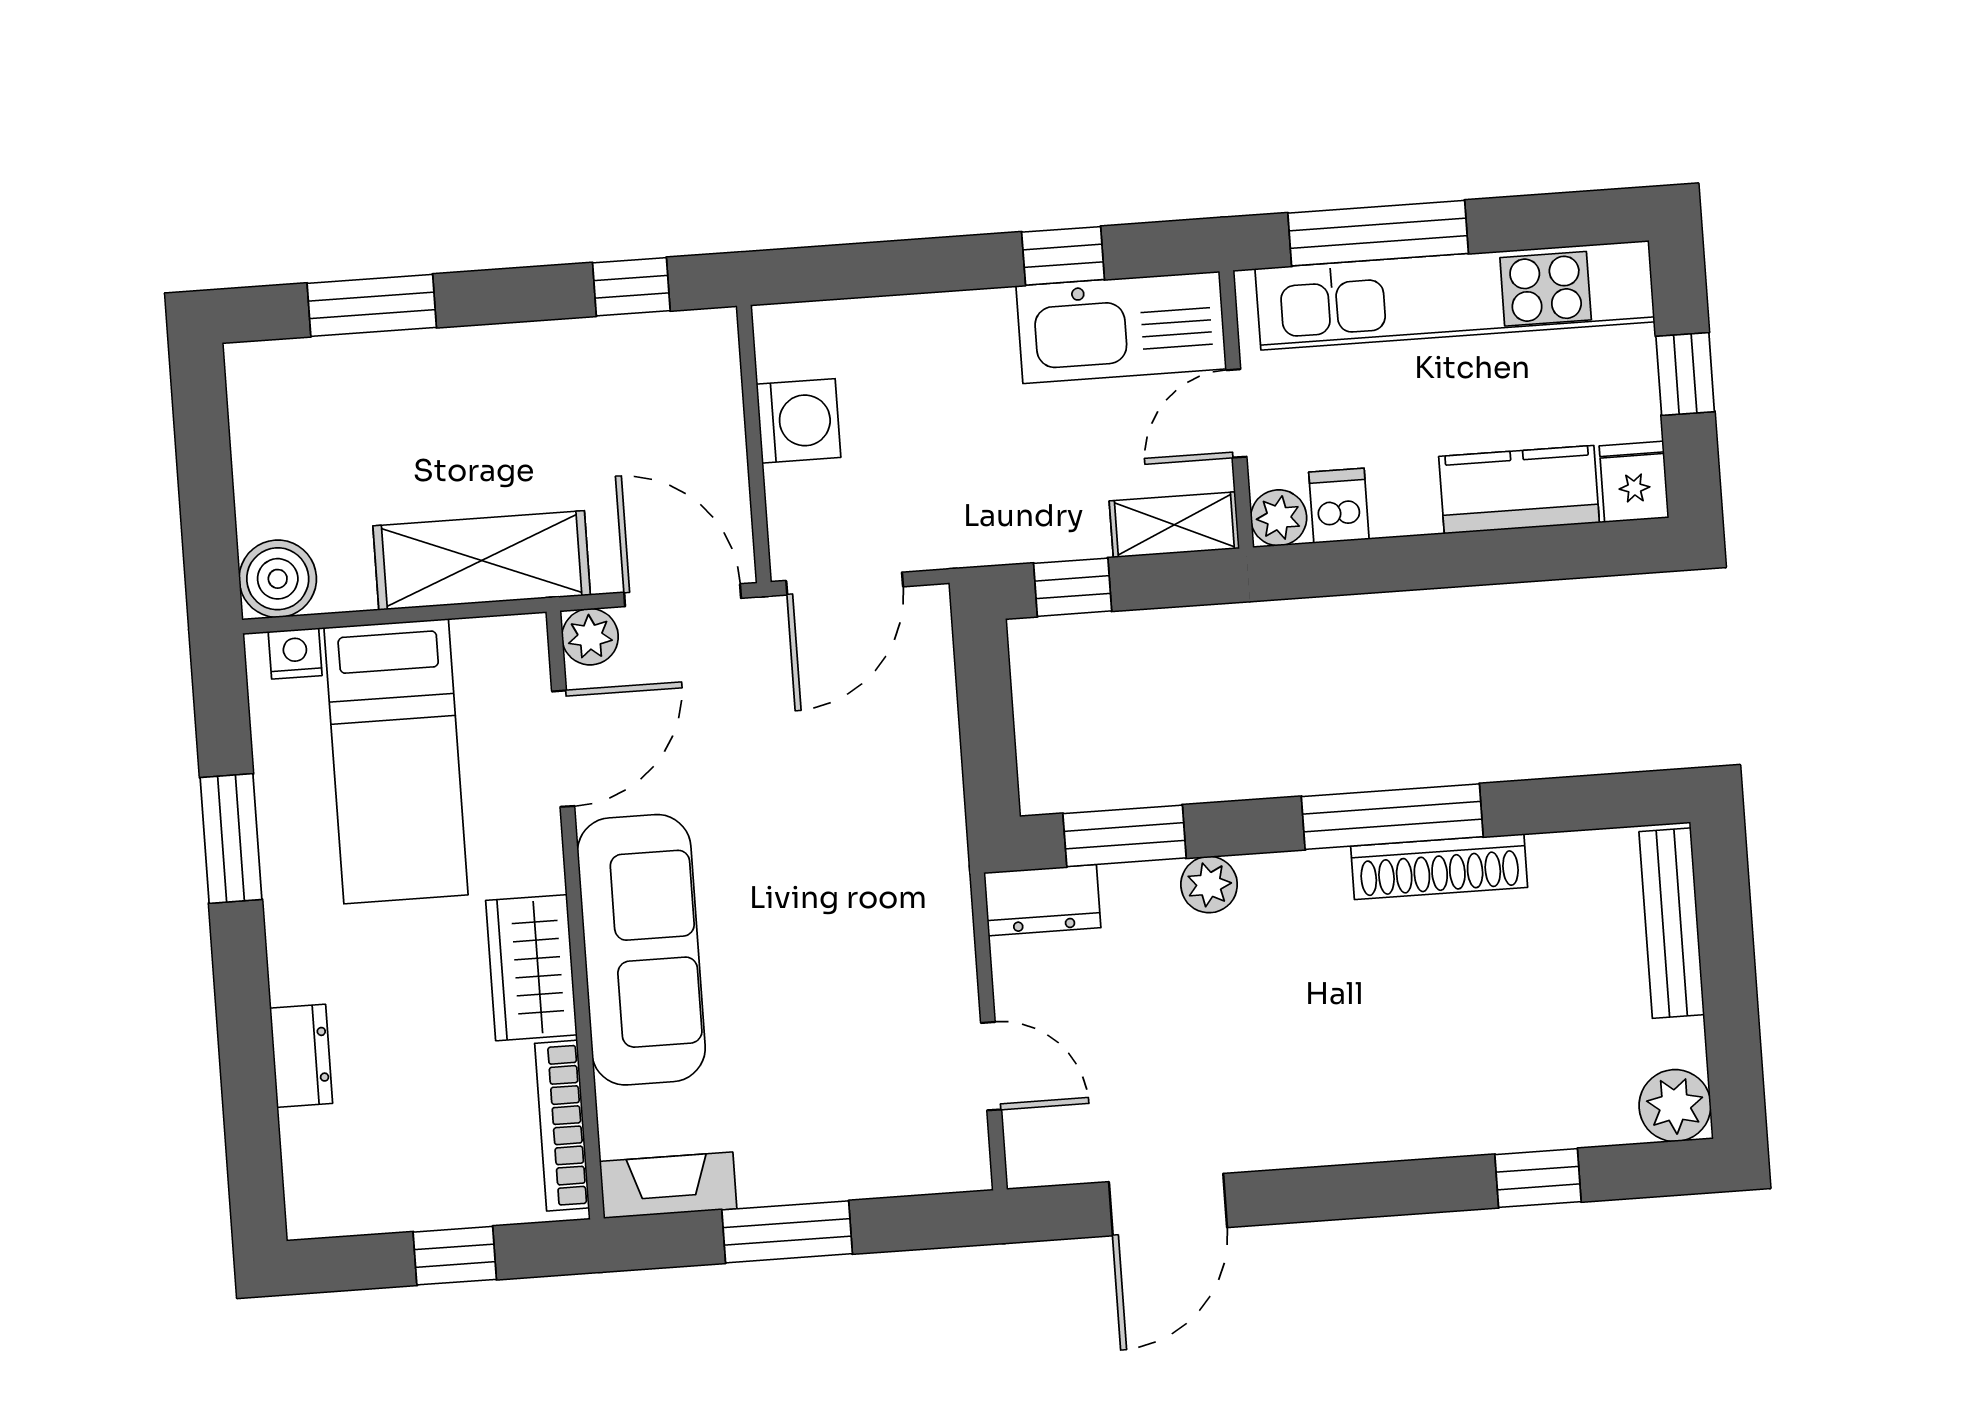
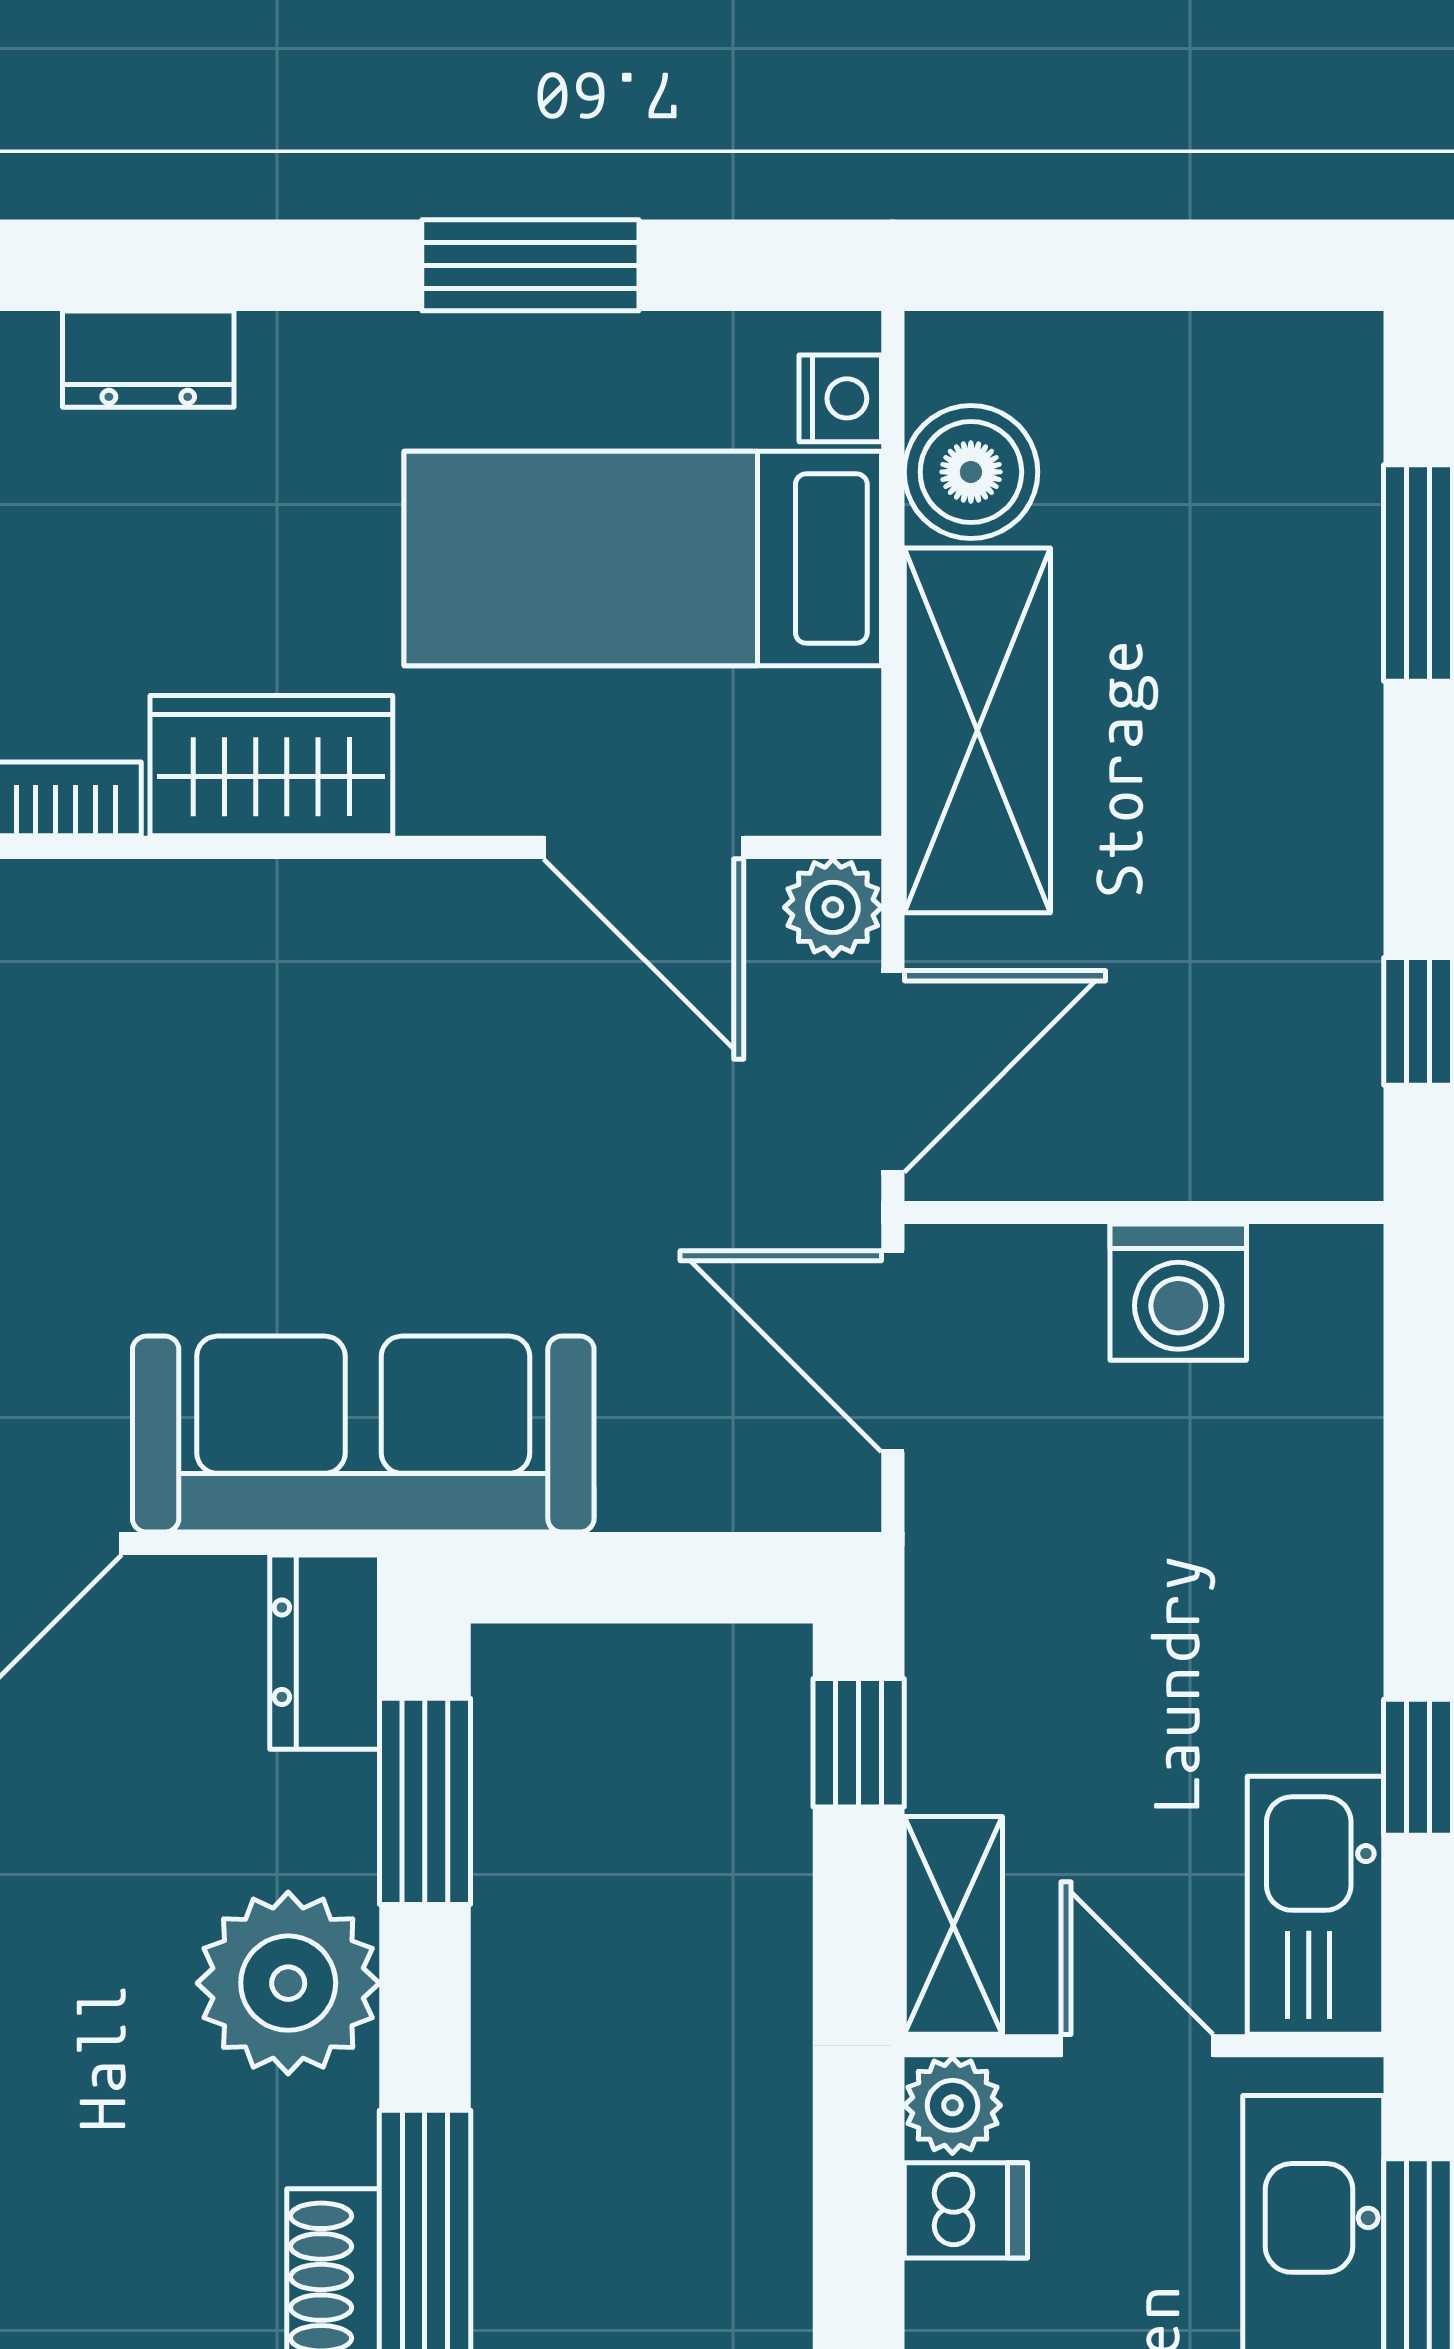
kitchen sink: (1121, 327) -> (1316, 1905), width x0.73, depth x0.81
boiler: (278, 579) -> (971, 472), moved
plant: (1209, 885) -> (288, 1983), width x1.87, depth x1.87
sofa: (641, 950) -> (363, 1434), moved, turned 180

